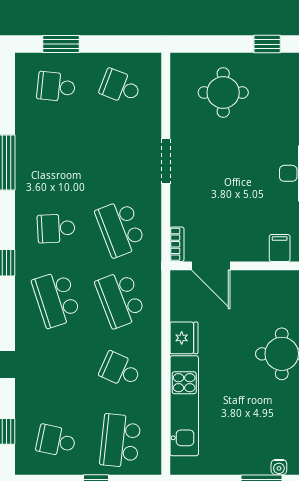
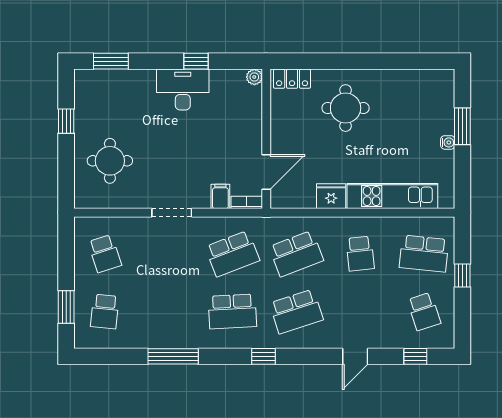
school desk: (120, 87) -> (105, 254), turned -39
school desk: (56, 228) -> (232, 311), width x1.85
filing cabinet: (280, 248) -> (220, 196), moved, turned 90
school desk: (120, 370) -> (360, 254), turned -30
school desk: (56, 441) -> (424, 311), turned -30
water cooler: (279, 467) -> (448, 142), moved

